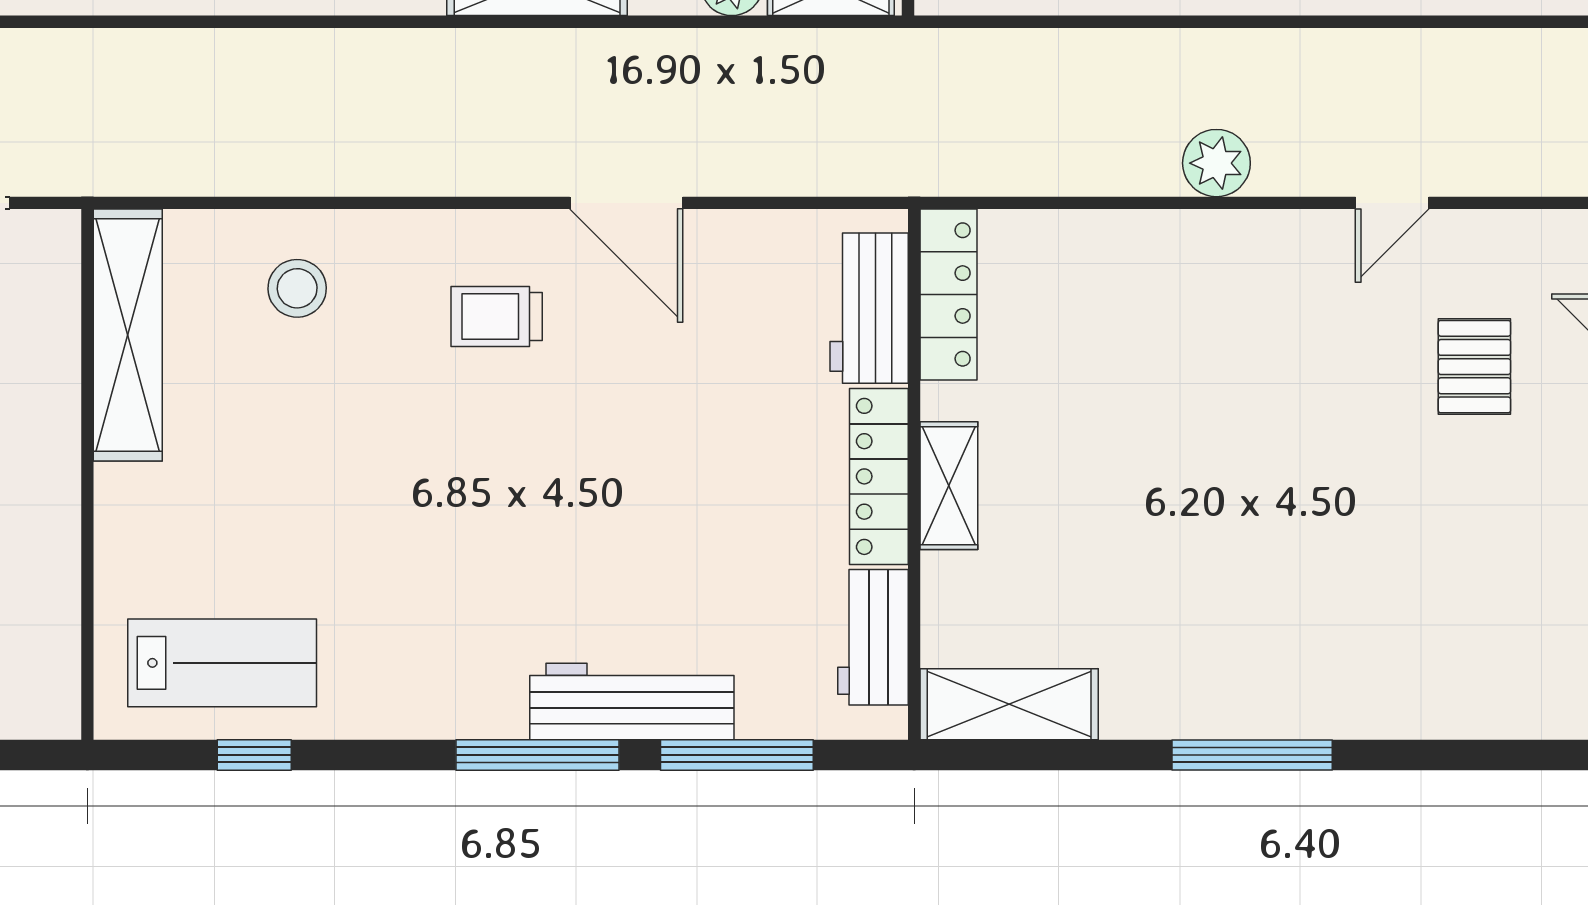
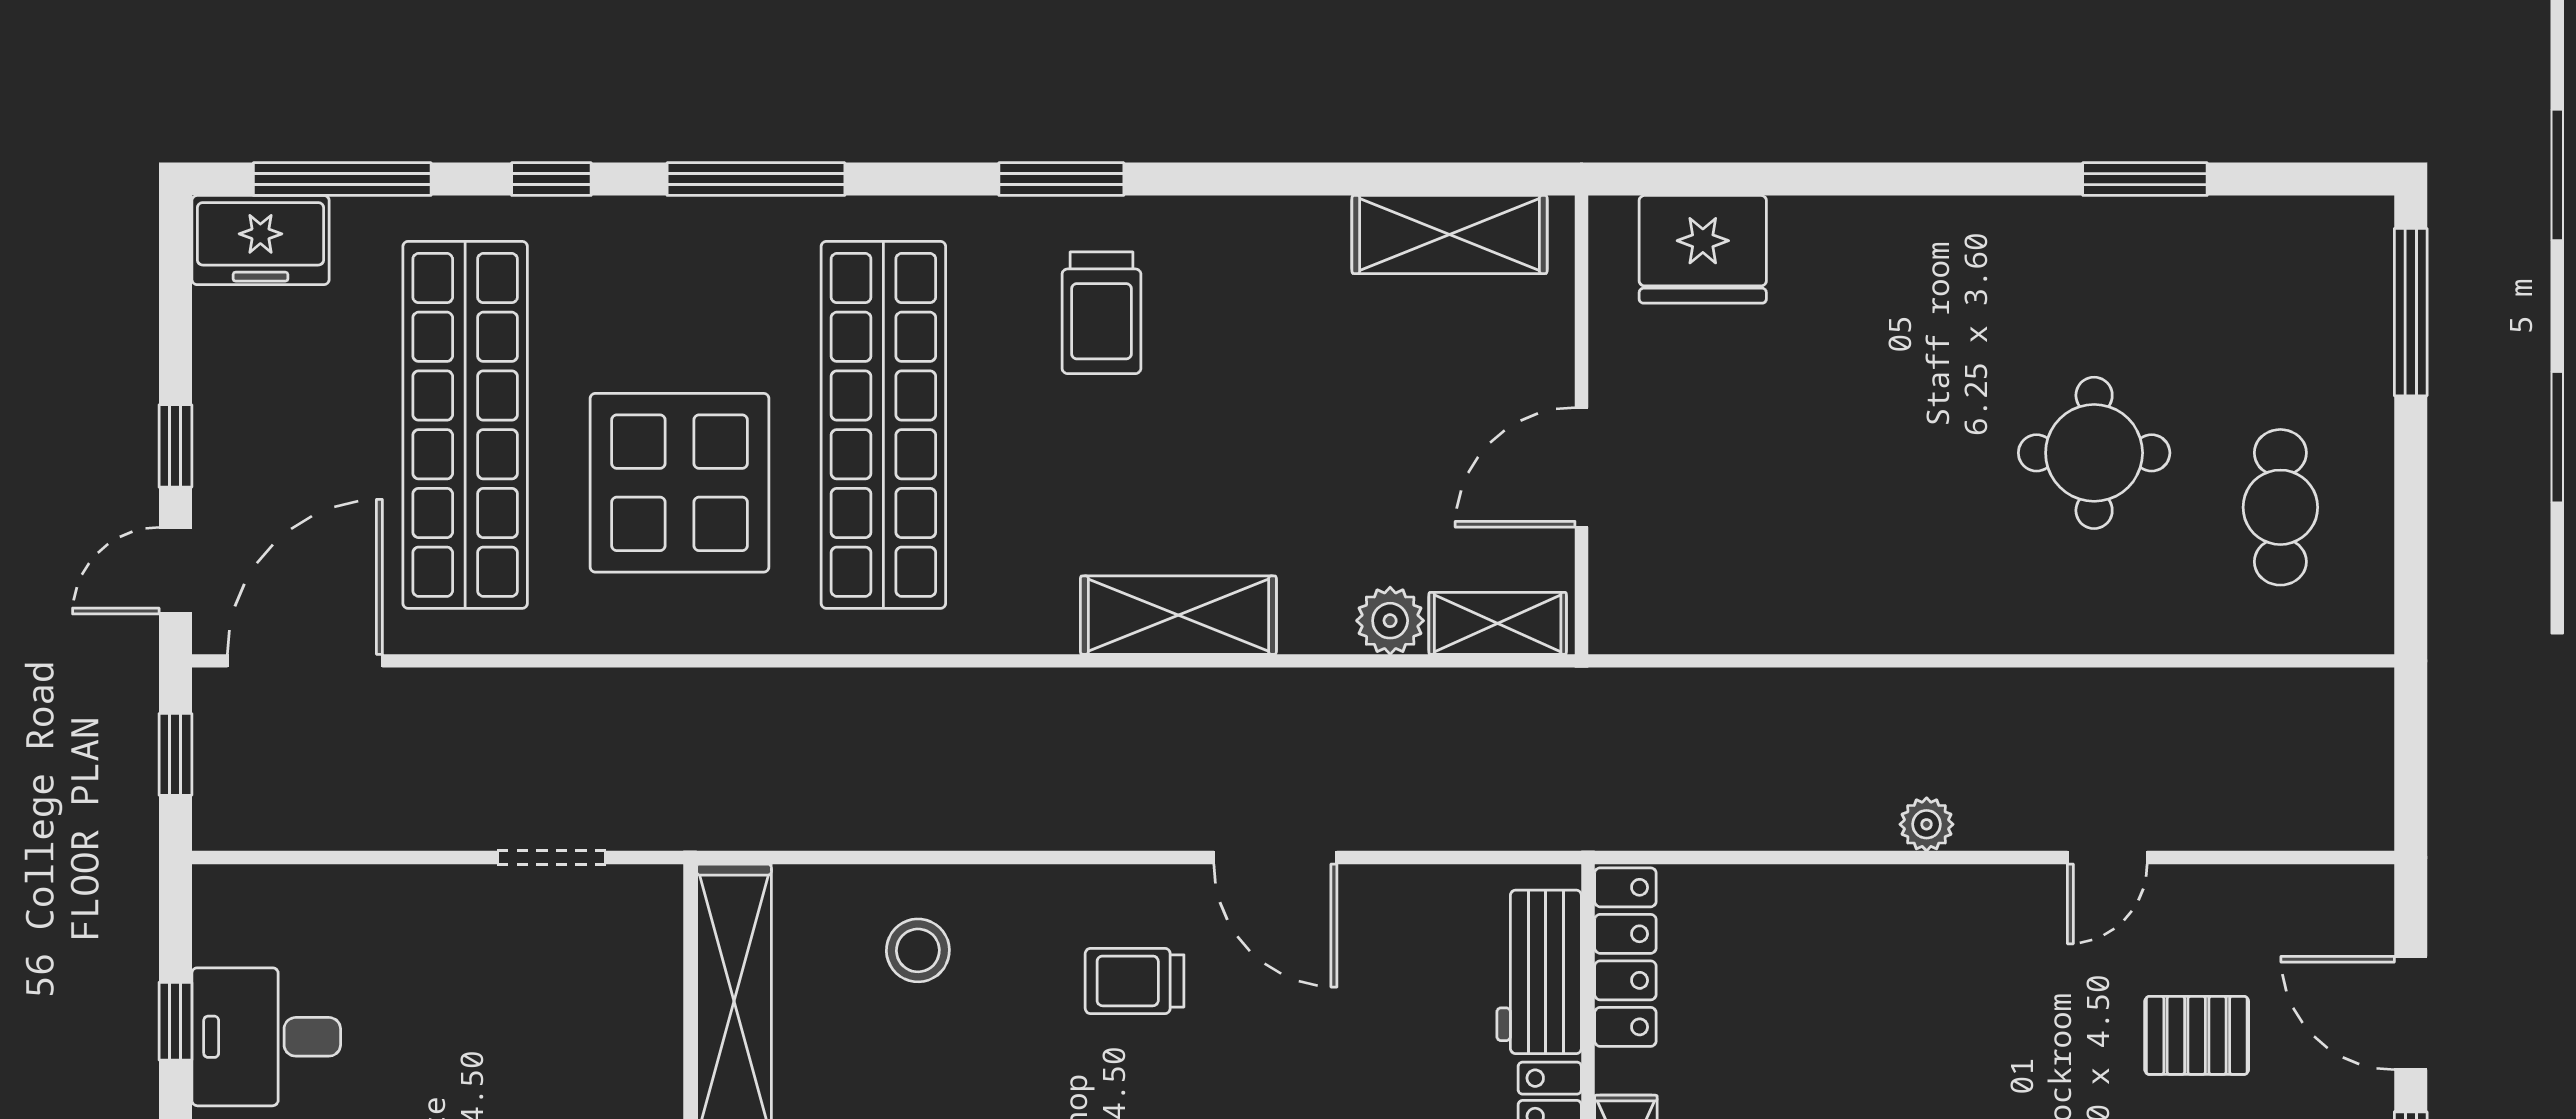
plant: (1216, 163) -> (1927, 824), width x0.73, depth x0.73
pallet: (1474, 367) -> (2197, 1035), turned 90

